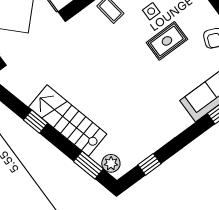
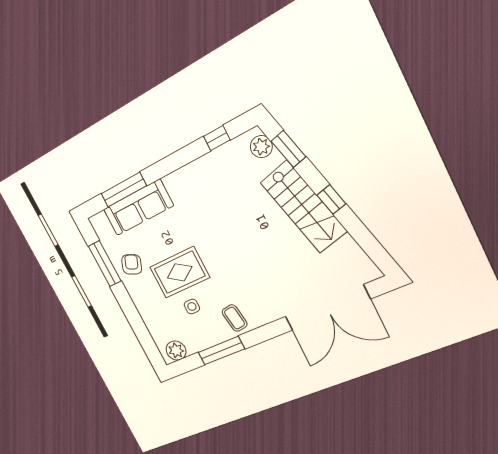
rug: (167, 41) -> (180, 272), width x1.36, depth x1.43
window: (36, 122) -> (331, 199), moved

